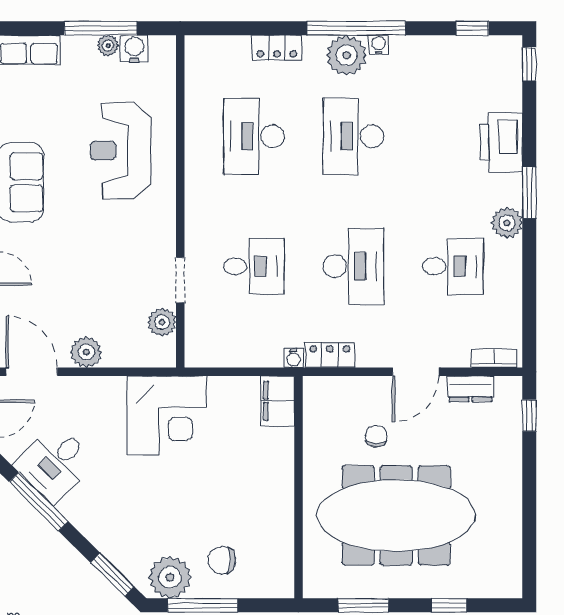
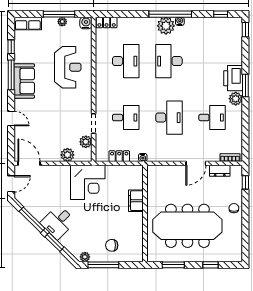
locker: (277, 48) -> (107, 22), moved
water cooler: (134, 49) -> (86, 23), moved
desk: (254, 136) -> (126, 61), turned 180
printer: (501, 142) -> (233, 78), moved
reception desk: (121, 150) -> (68, 67), turned 180
plant: (86, 352) -> (67, 155), moved
locker: (330, 355) -> (119, 156), moved
filing cabinet: (278, 401) -> (136, 201), moved
chair: (376, 436) -> (234, 208), moved
desk: (55, 463) -> (58, 222), moved
window: (112, 575) -> (54, 242), moved
plant: (170, 577) -> (85, 257), width x0.53, depth x0.53

